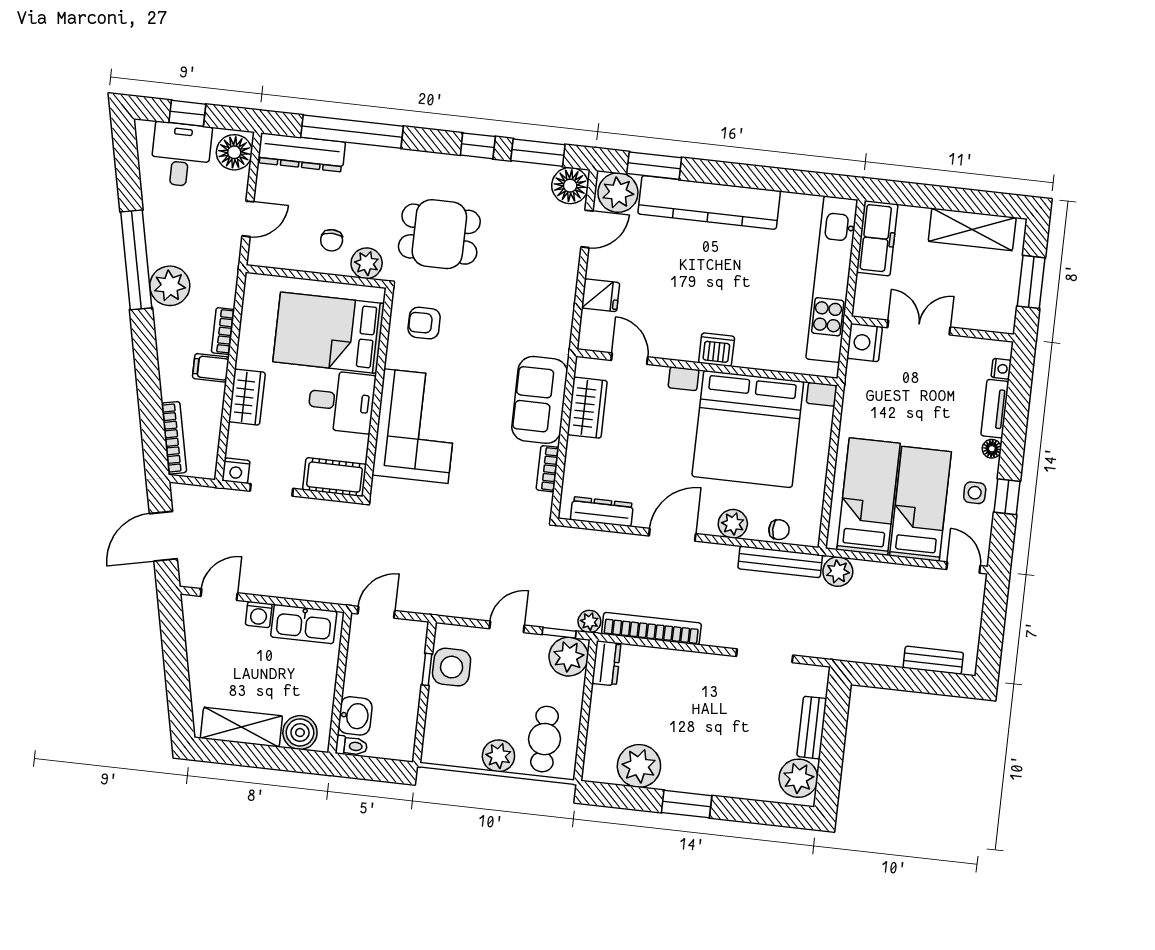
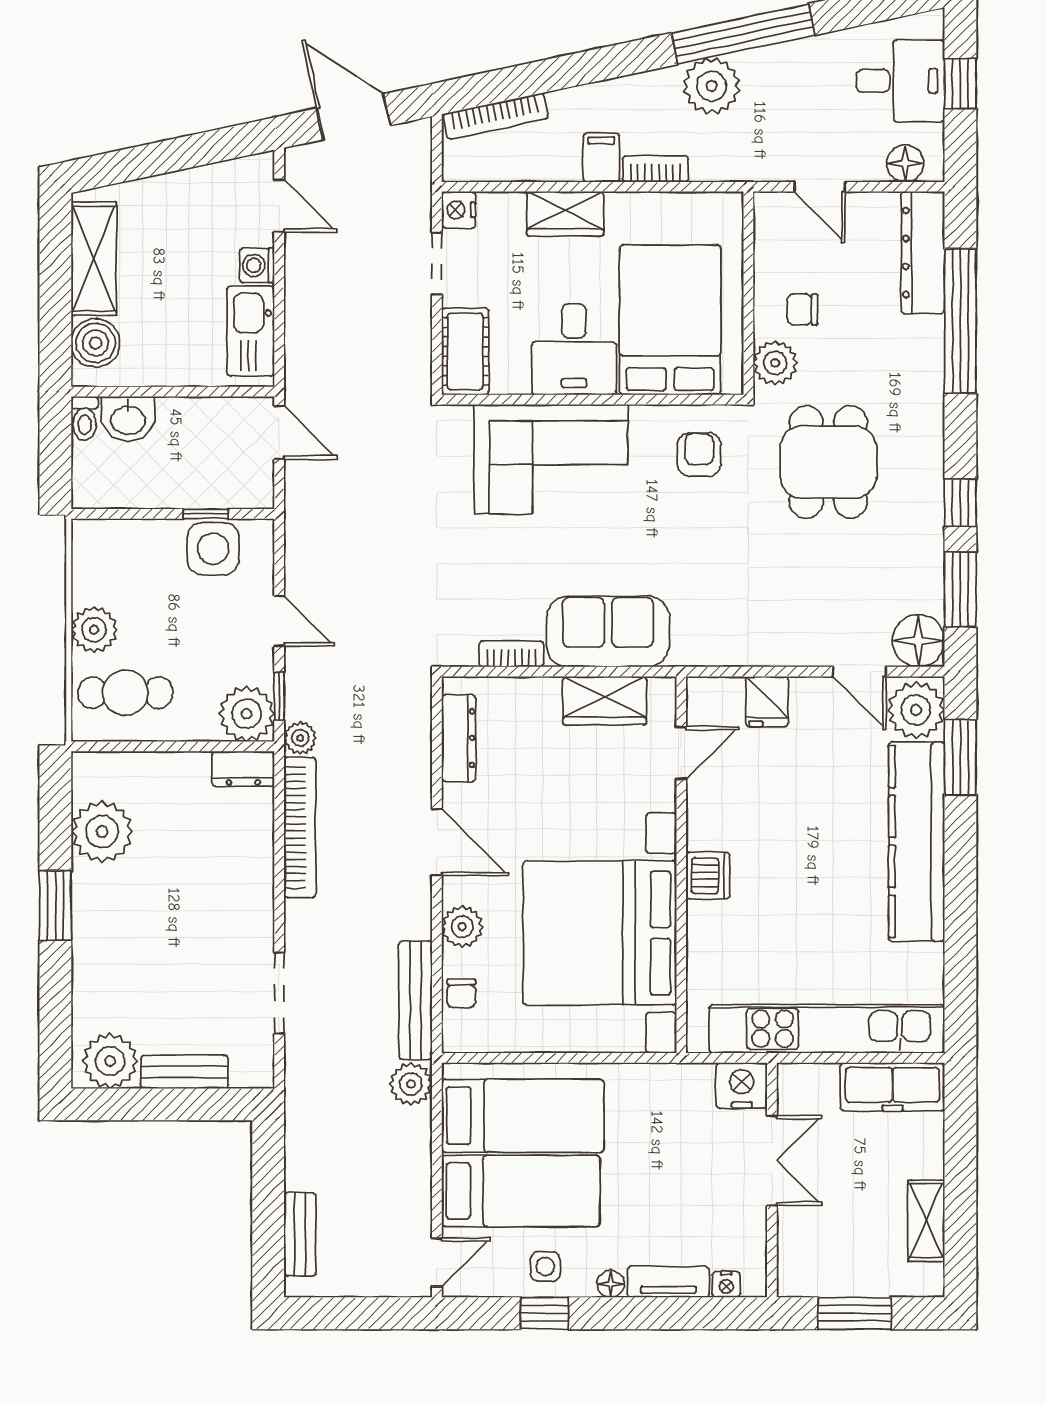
floor lamp: (234, 152) -> (905, 163), width x0.73, depth x0.73
shelving: (972, 229) -> (926, 1221), width x0.67, depth x0.75

